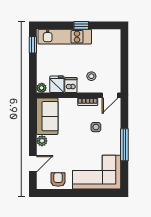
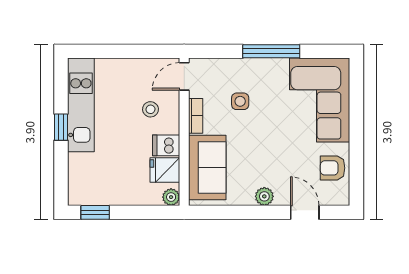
kitchen unit: (65, 37) -> (81, 105), moved
door: (110, 95) -> (184, 76), swing flipped
sofa: (47, 116) -> (207, 167), moved, turned 90

